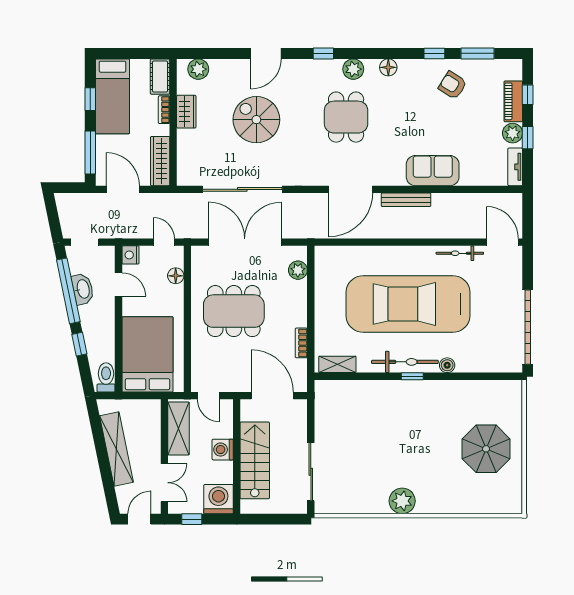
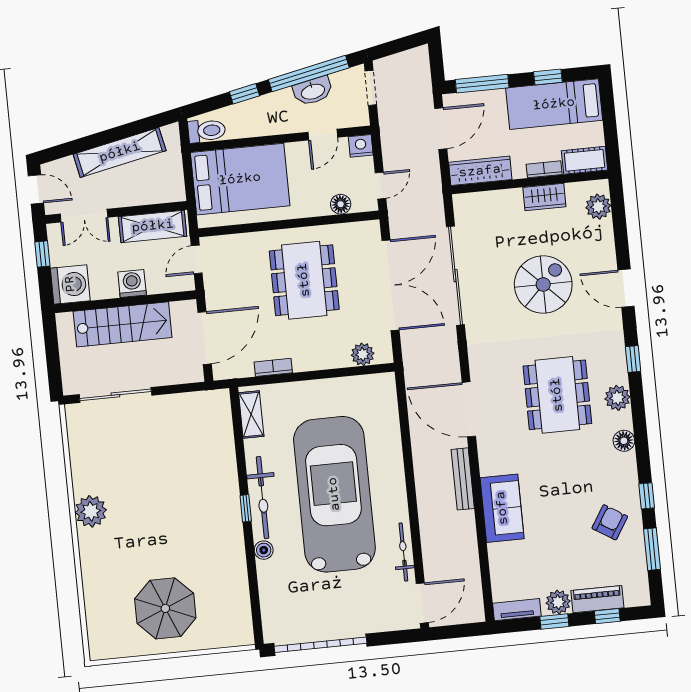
dining table: (346, 117) -> (557, 395), width x1.37

